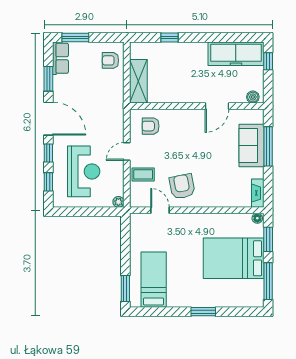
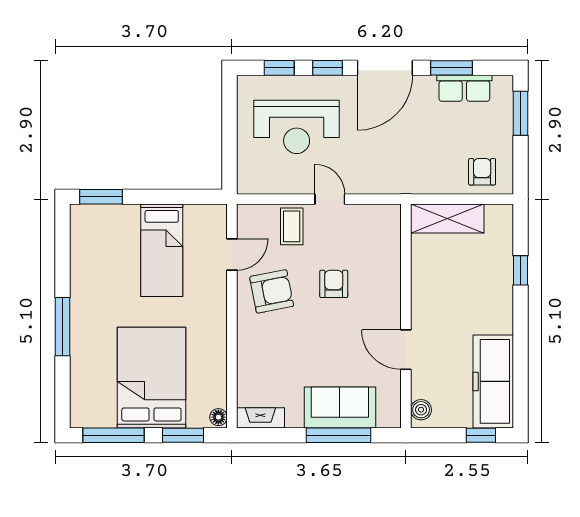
row of seats: (60, 58) -> (464, 88), moved
armchair: (151, 126) -> (334, 284), moved
plant: (118, 202) -> (246, 185), removed
bed: (154, 280) -> (162, 250), moved, turned 90
window: (203, 312) -> (62, 327), width x1.44

